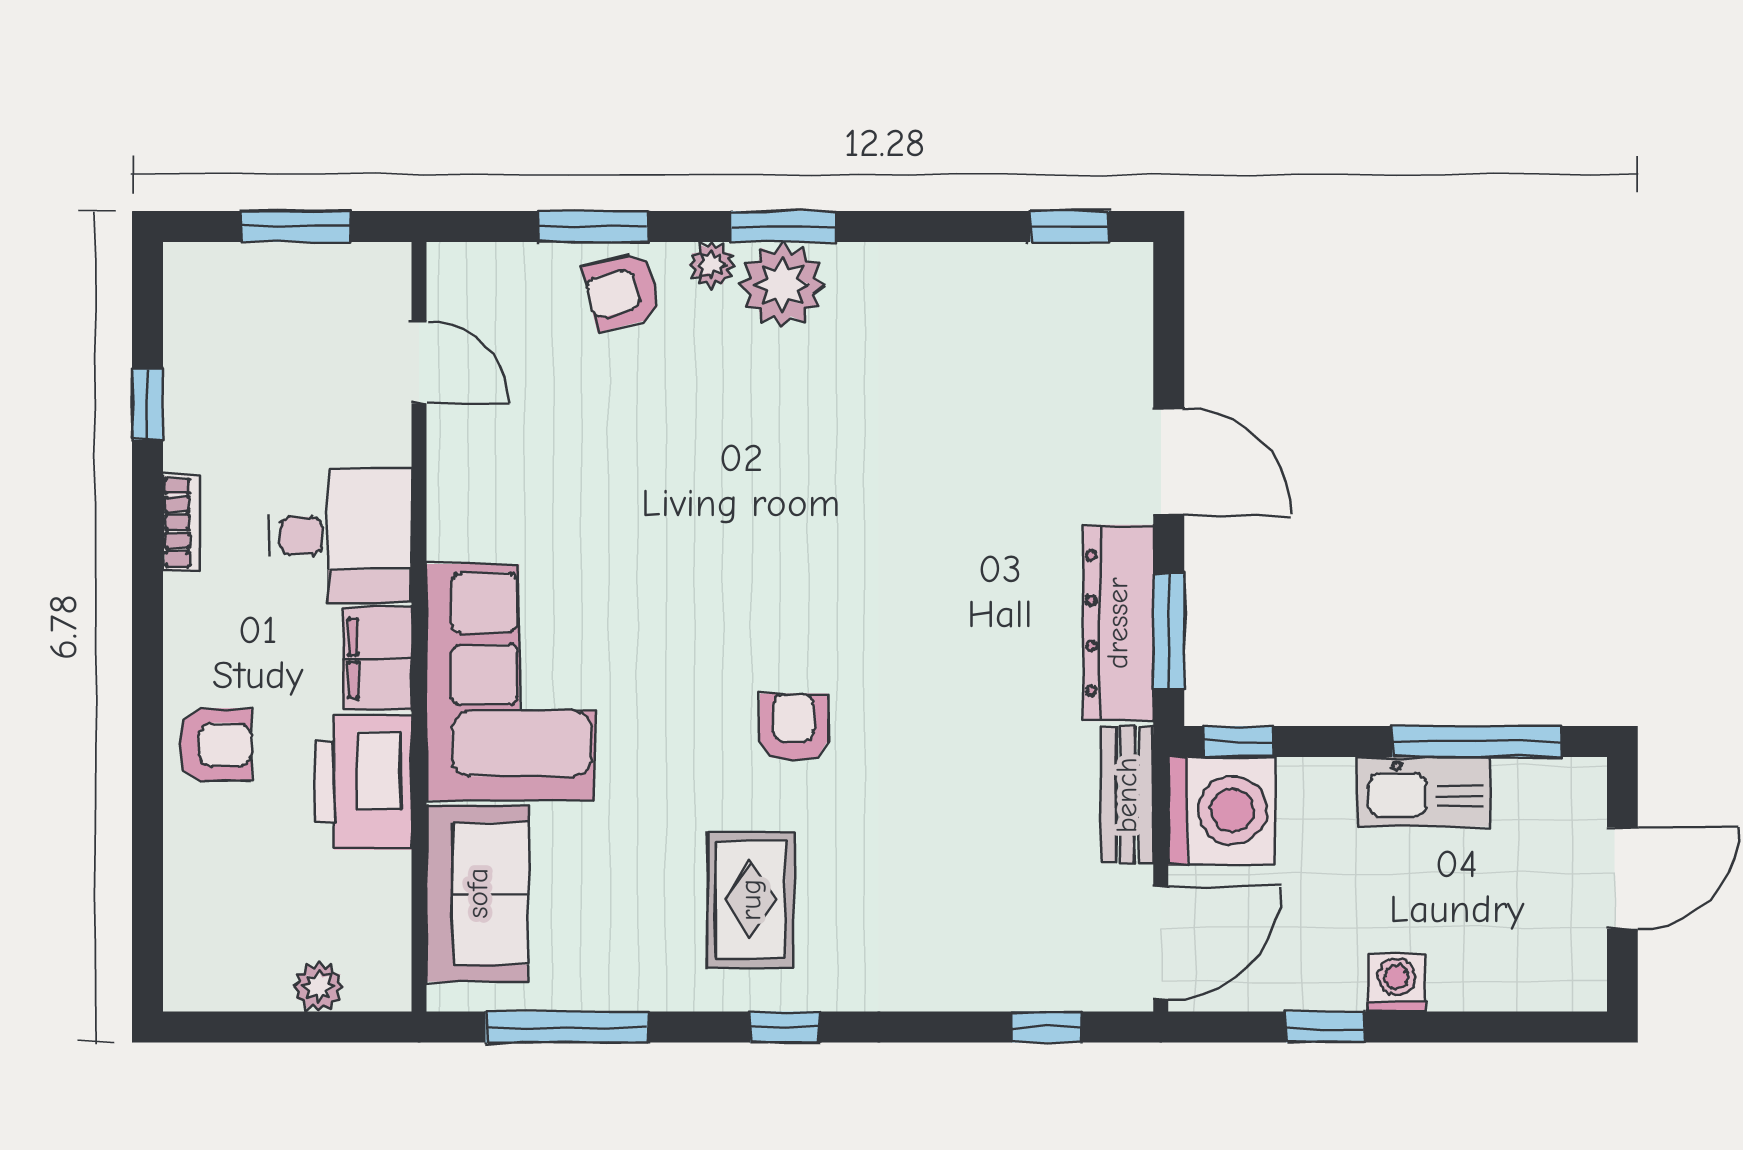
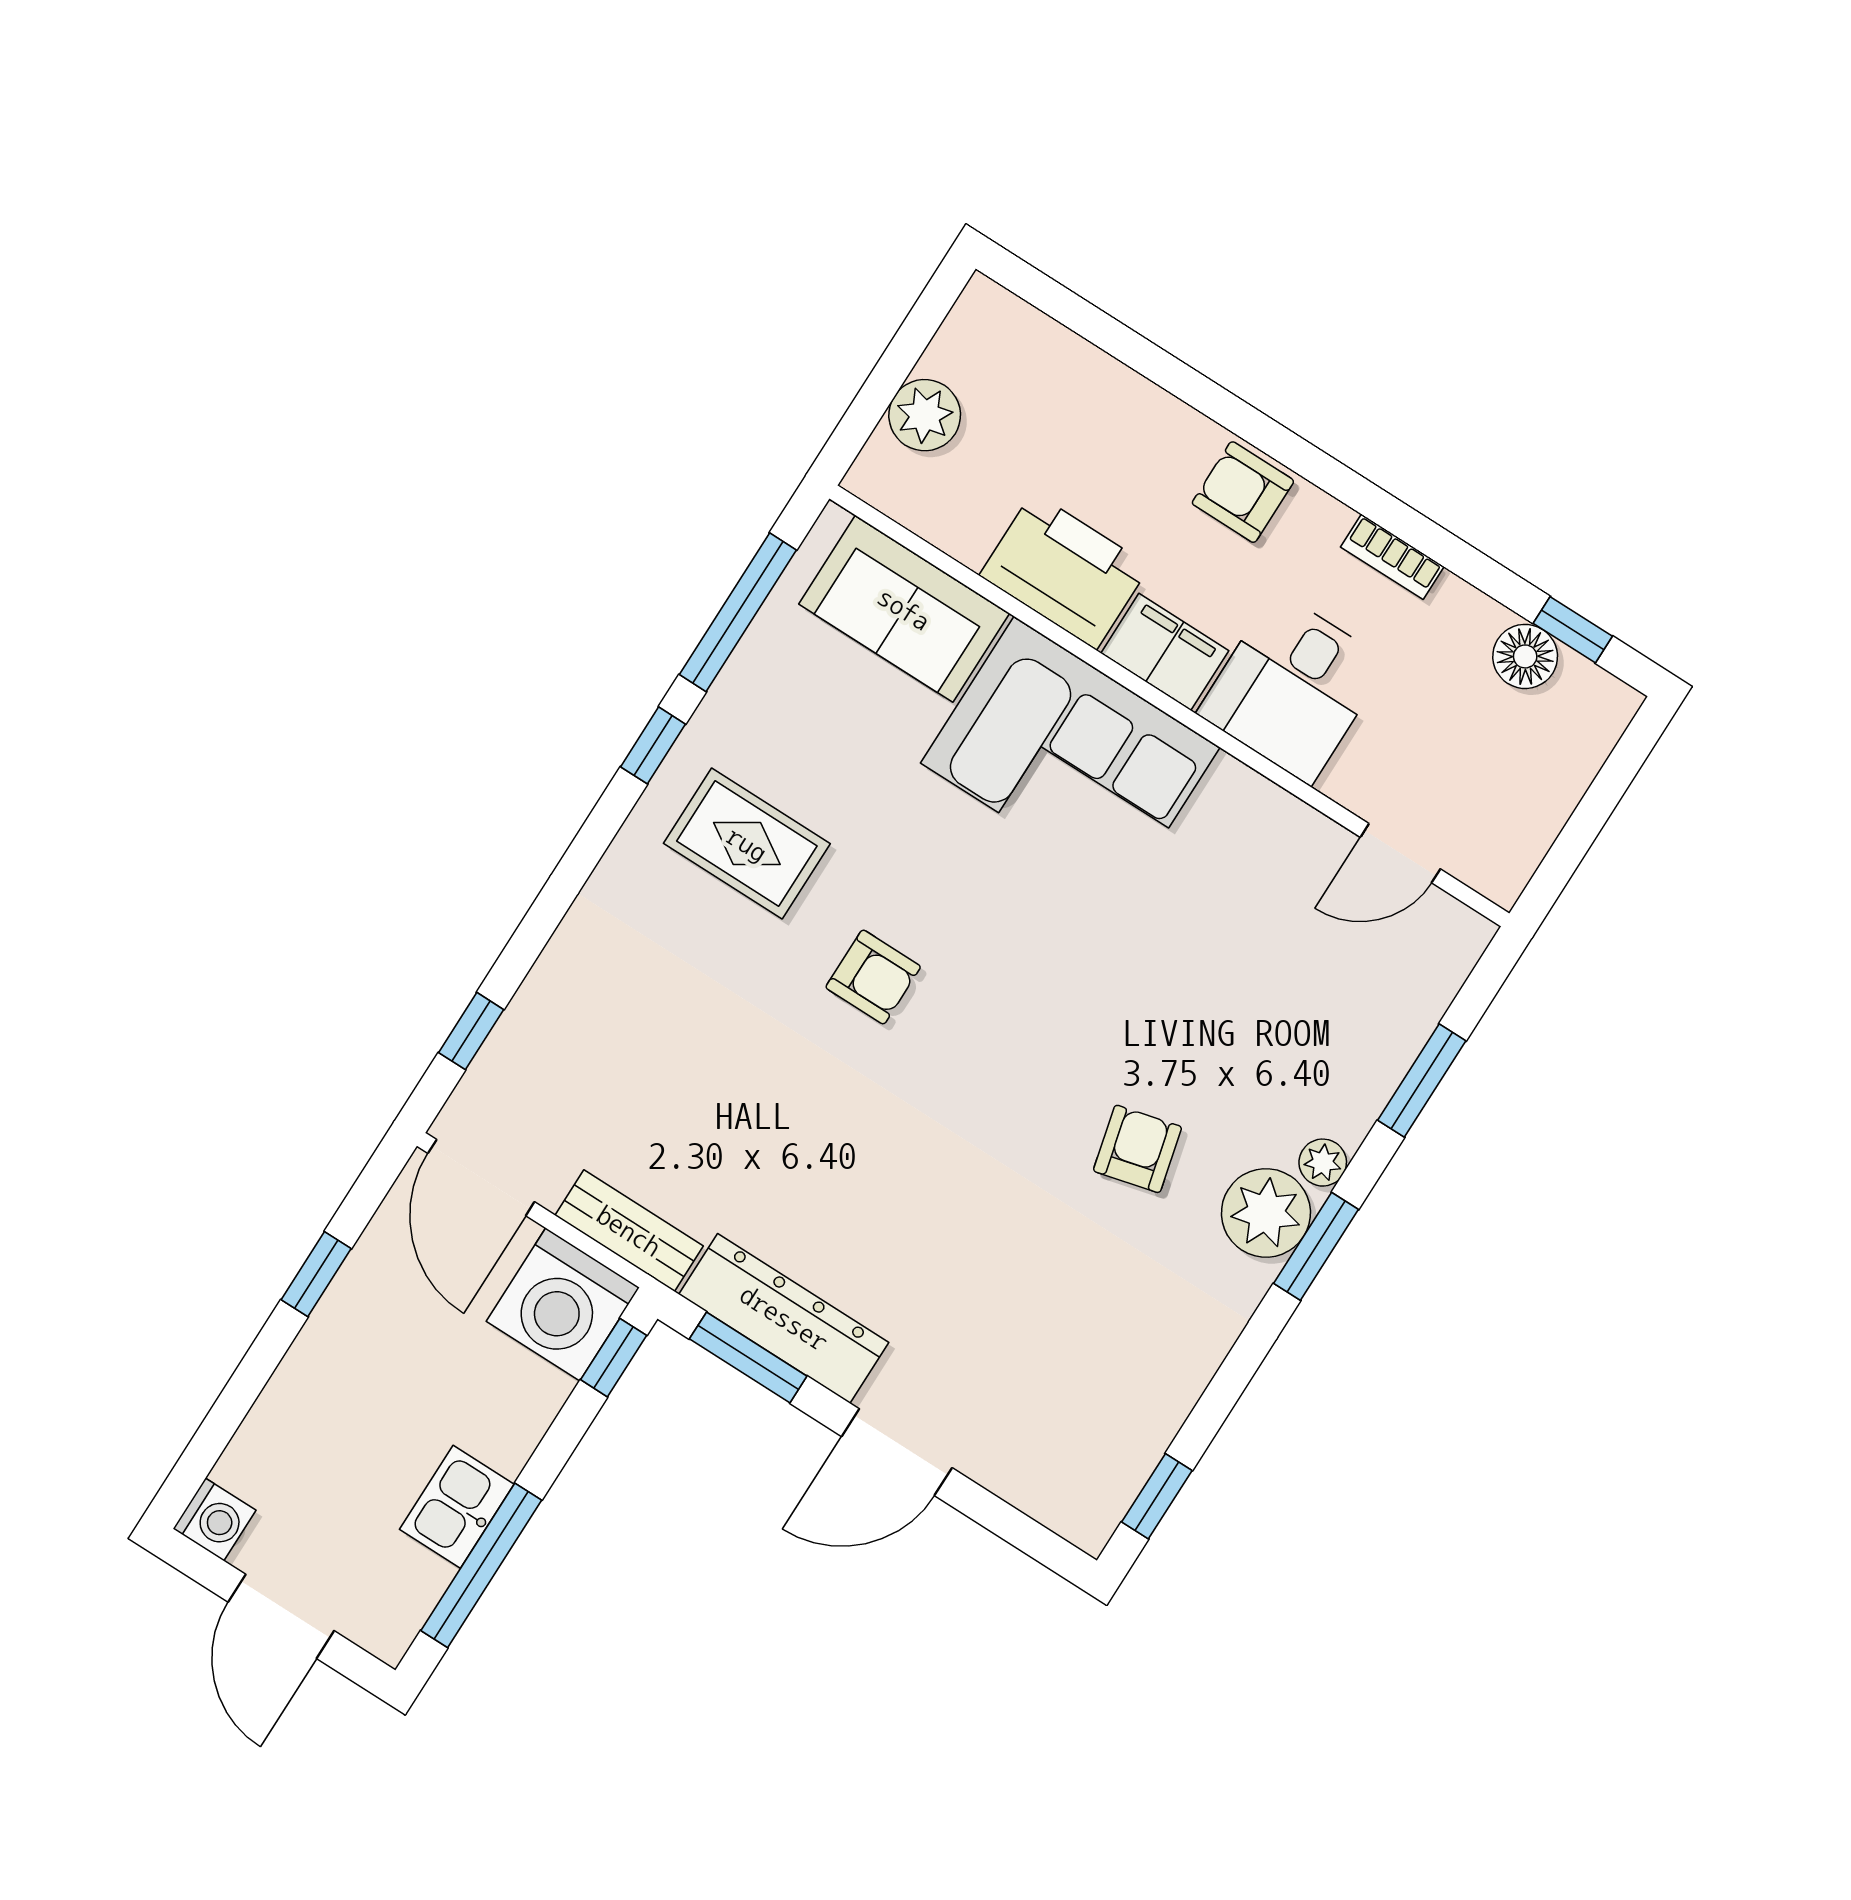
window: (296, 227) -> (1587, 821), removed
armchair: (622, 291) -> (1137, 1149), moved
floor lamp: (194, 362) -> (1525, 656), added
window: (148, 404) -> (1573, 630), moved
armchair: (215, 745) -> (1243, 492), moved, turned 90
kitchen sink: (1424, 792) -> (457, 1507), width x0.73
washing machine: (1397, 983) -> (214, 1519), moved
plant: (319, 987) -> (925, 415), width x1.38, depth x1.38
window: (785, 1027) -> (653, 745), moved

